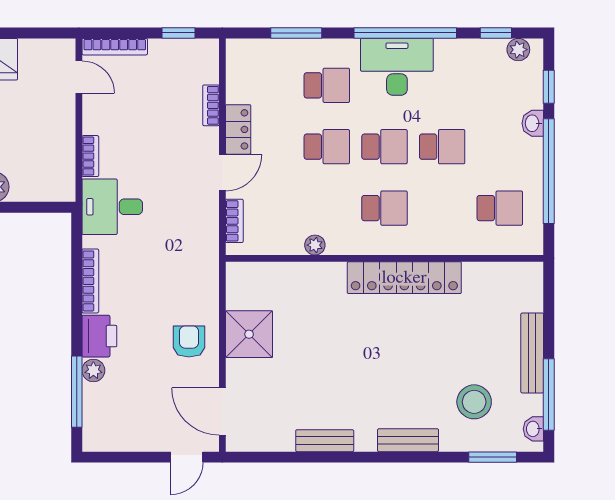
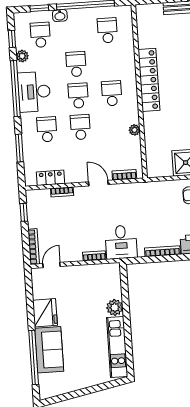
plant: (518, 50) -> (22, 56), moved
school desk: (500, 85) -> (40, 35), added
locker: (238, 129) -> (50, 178), moved

